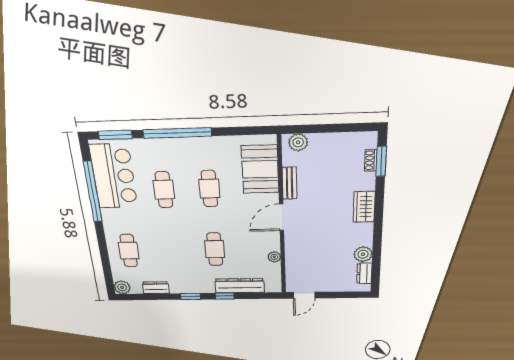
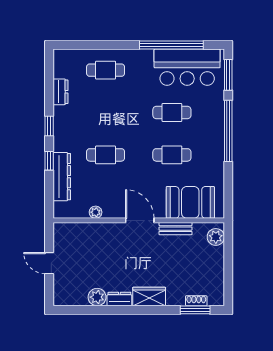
dresser: (364, 273) -> (119, 299), moved
plant: (122, 287) -> (62, 57), removed
door: (304, 295) -> (49, 263), moved

